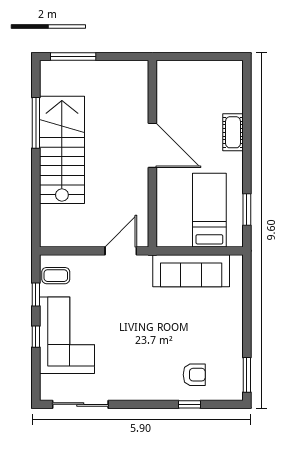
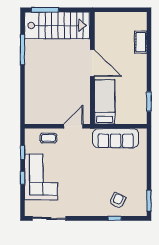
cot: (233, 132) -> (141, 42), moved
stairs: (62, 150) -> (57, 25), moved, turned 90
bed: (209, 210) -> (105, 102), moved
coffee table: (56, 276) -> (48, 138), moved
armchair: (194, 375) -> (118, 201), turned -64

